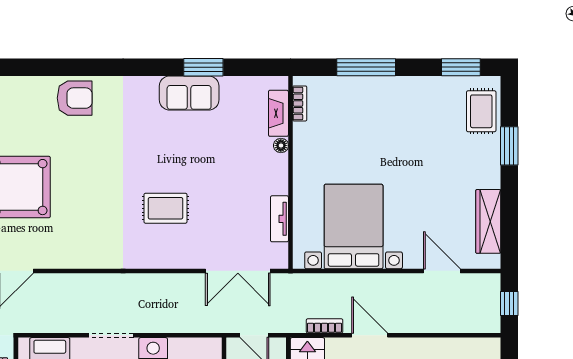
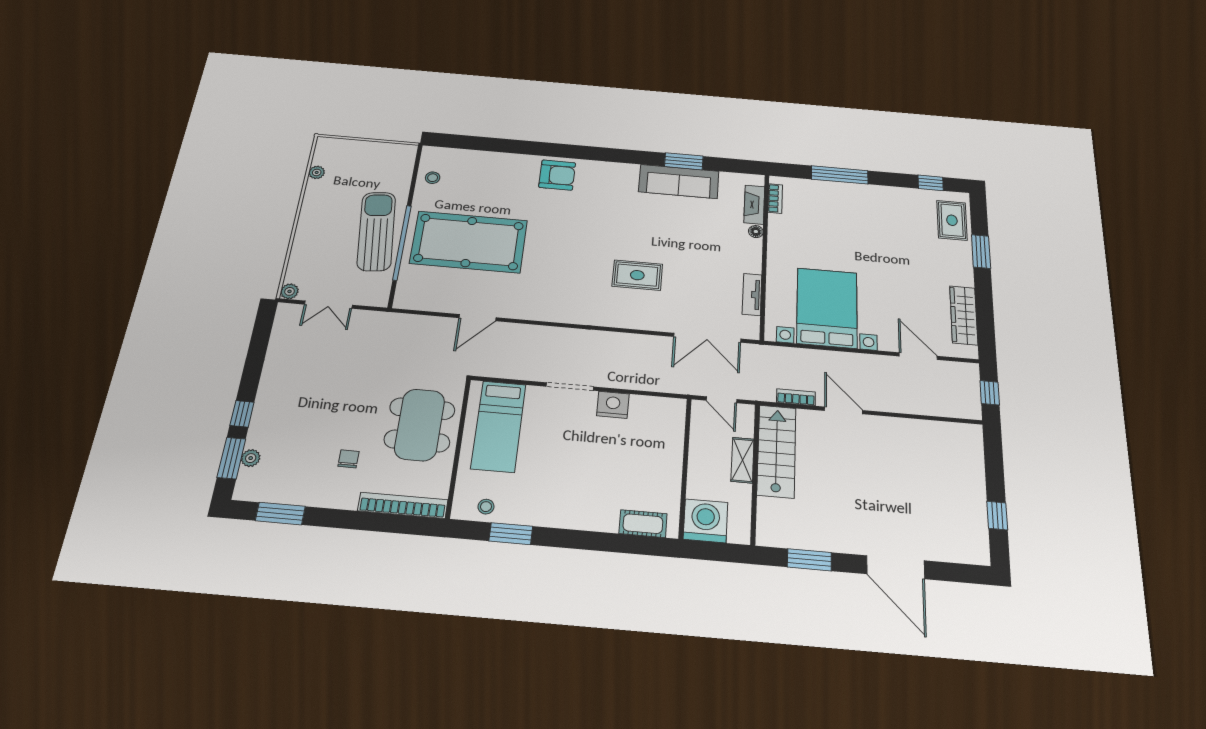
window: (461, 67) -> (931, 183), width x0.67
sofa: (189, 93) -> (679, 182), width x1.36

